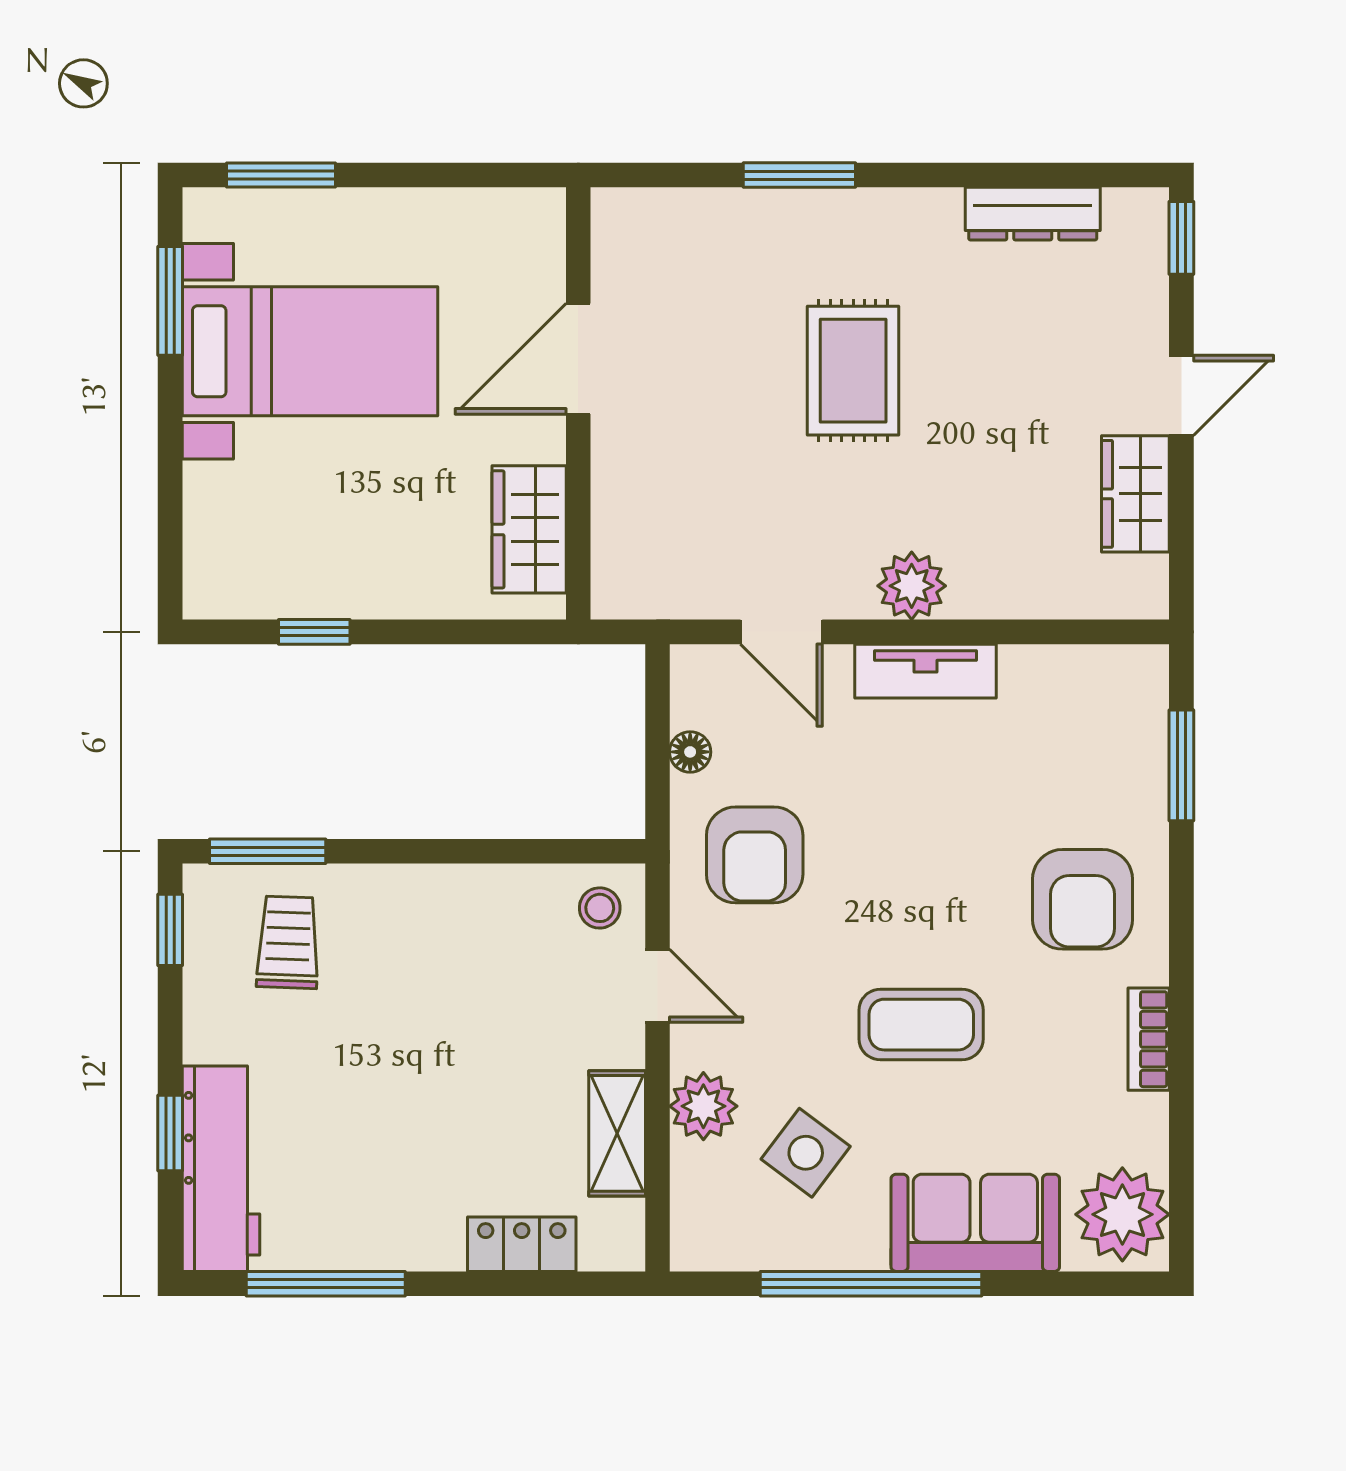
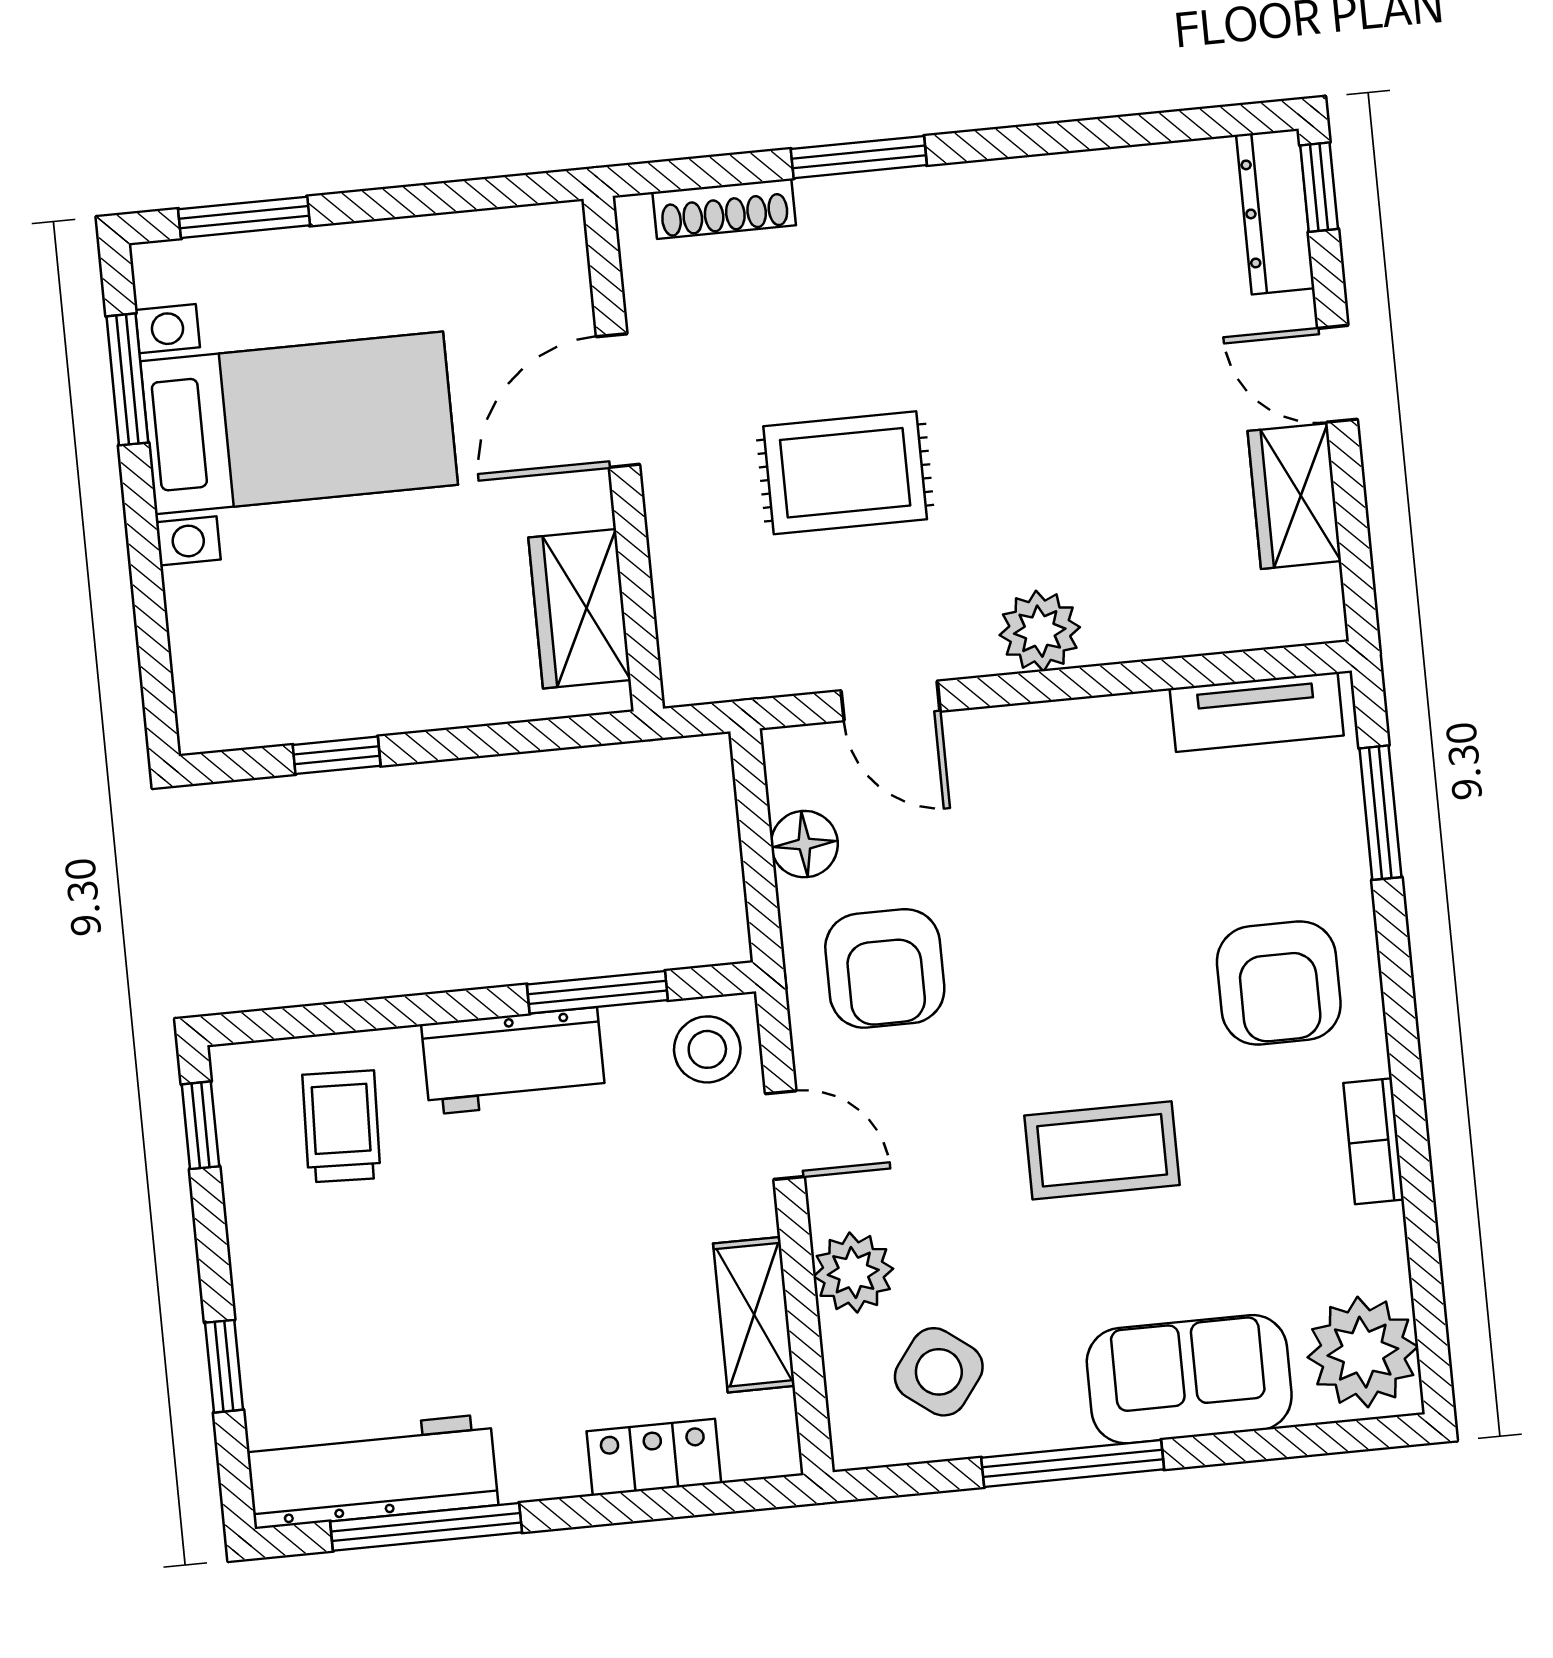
shoe rack: (683, 207) -> (724, 209), added
dresser: (1033, 214) -> (1275, 212), moved, turned 90
rug: (853, 371) -> (845, 473), moved, turned 90
door: (1181, 395) -> (1337, 374), swing flipped
tv unit: (926, 671) -> (1257, 712), moved
floor lamp: (690, 752) -> (804, 844), width x1.37, depth x1.37
window: (268, 851) -> (597, 992), moved
workbench: (437, 902) -> (513, 1061), added
stool: (600, 908) -> (707, 1049), width x1.37, depth x1.37
side table: (806, 1153) -> (939, 1372), moved
workbench: (221, 1169) -> (372, 1471), moved, turned -90
window: (871, 1284) -> (1073, 1463), width x0.68

